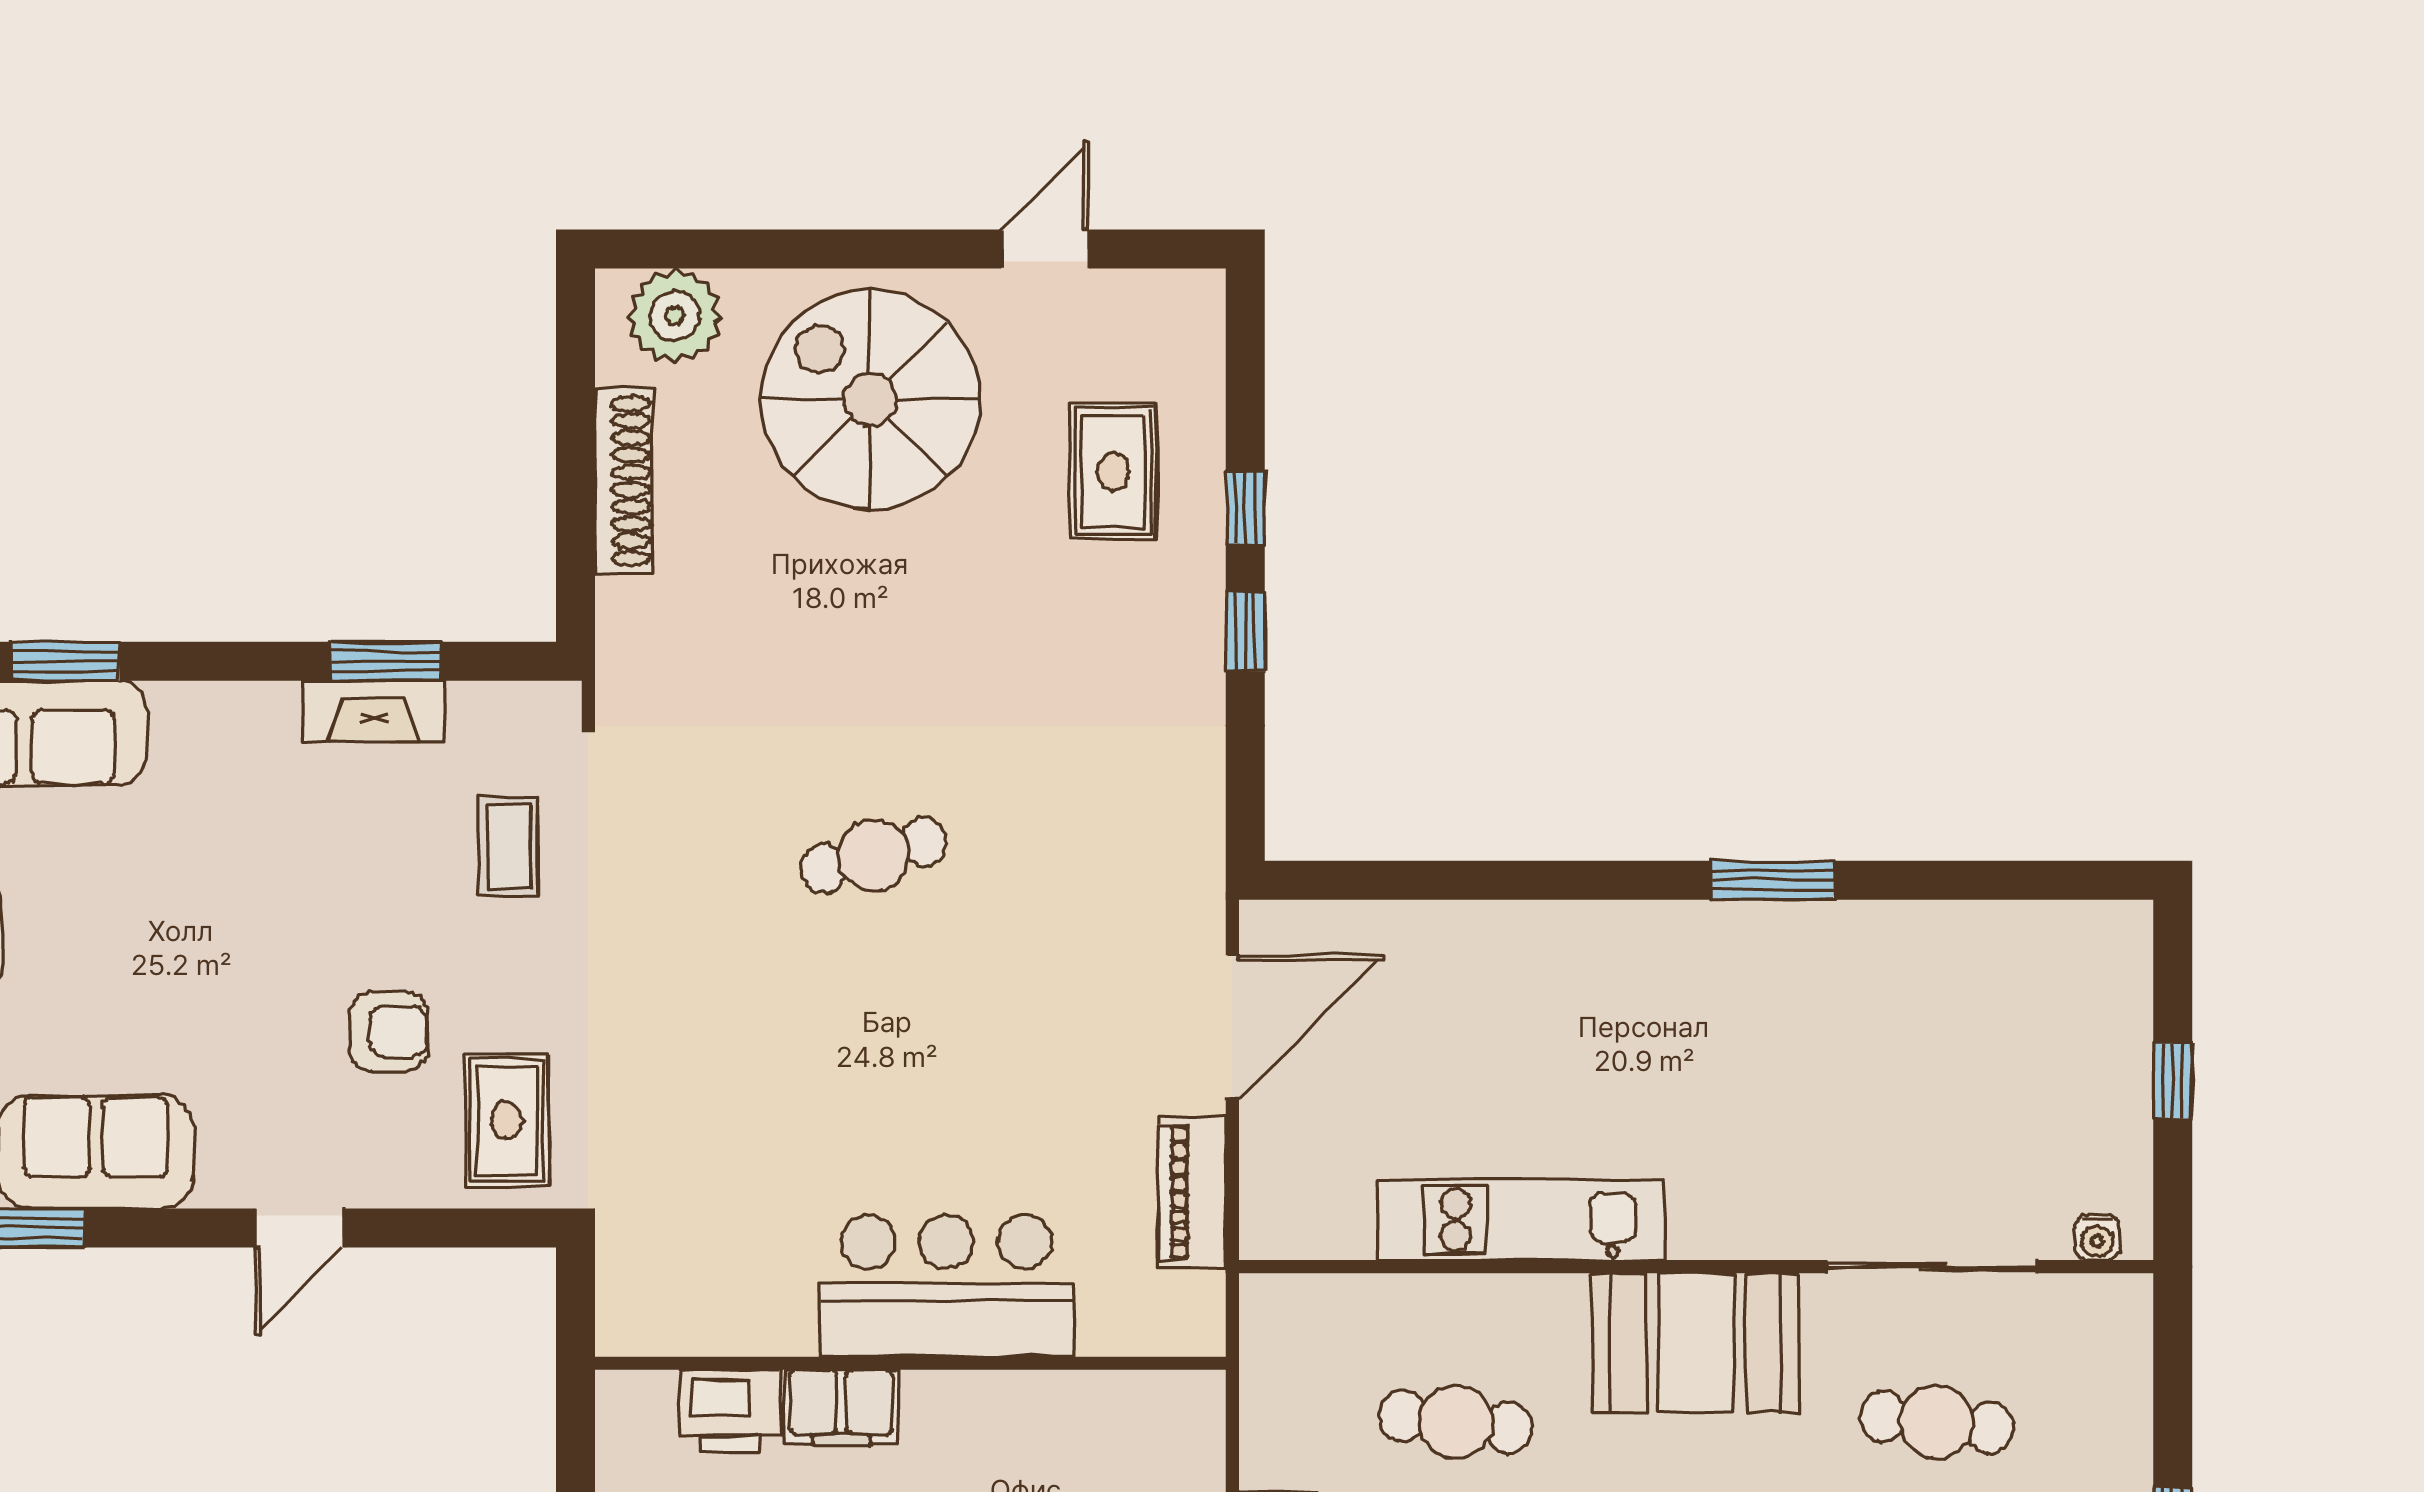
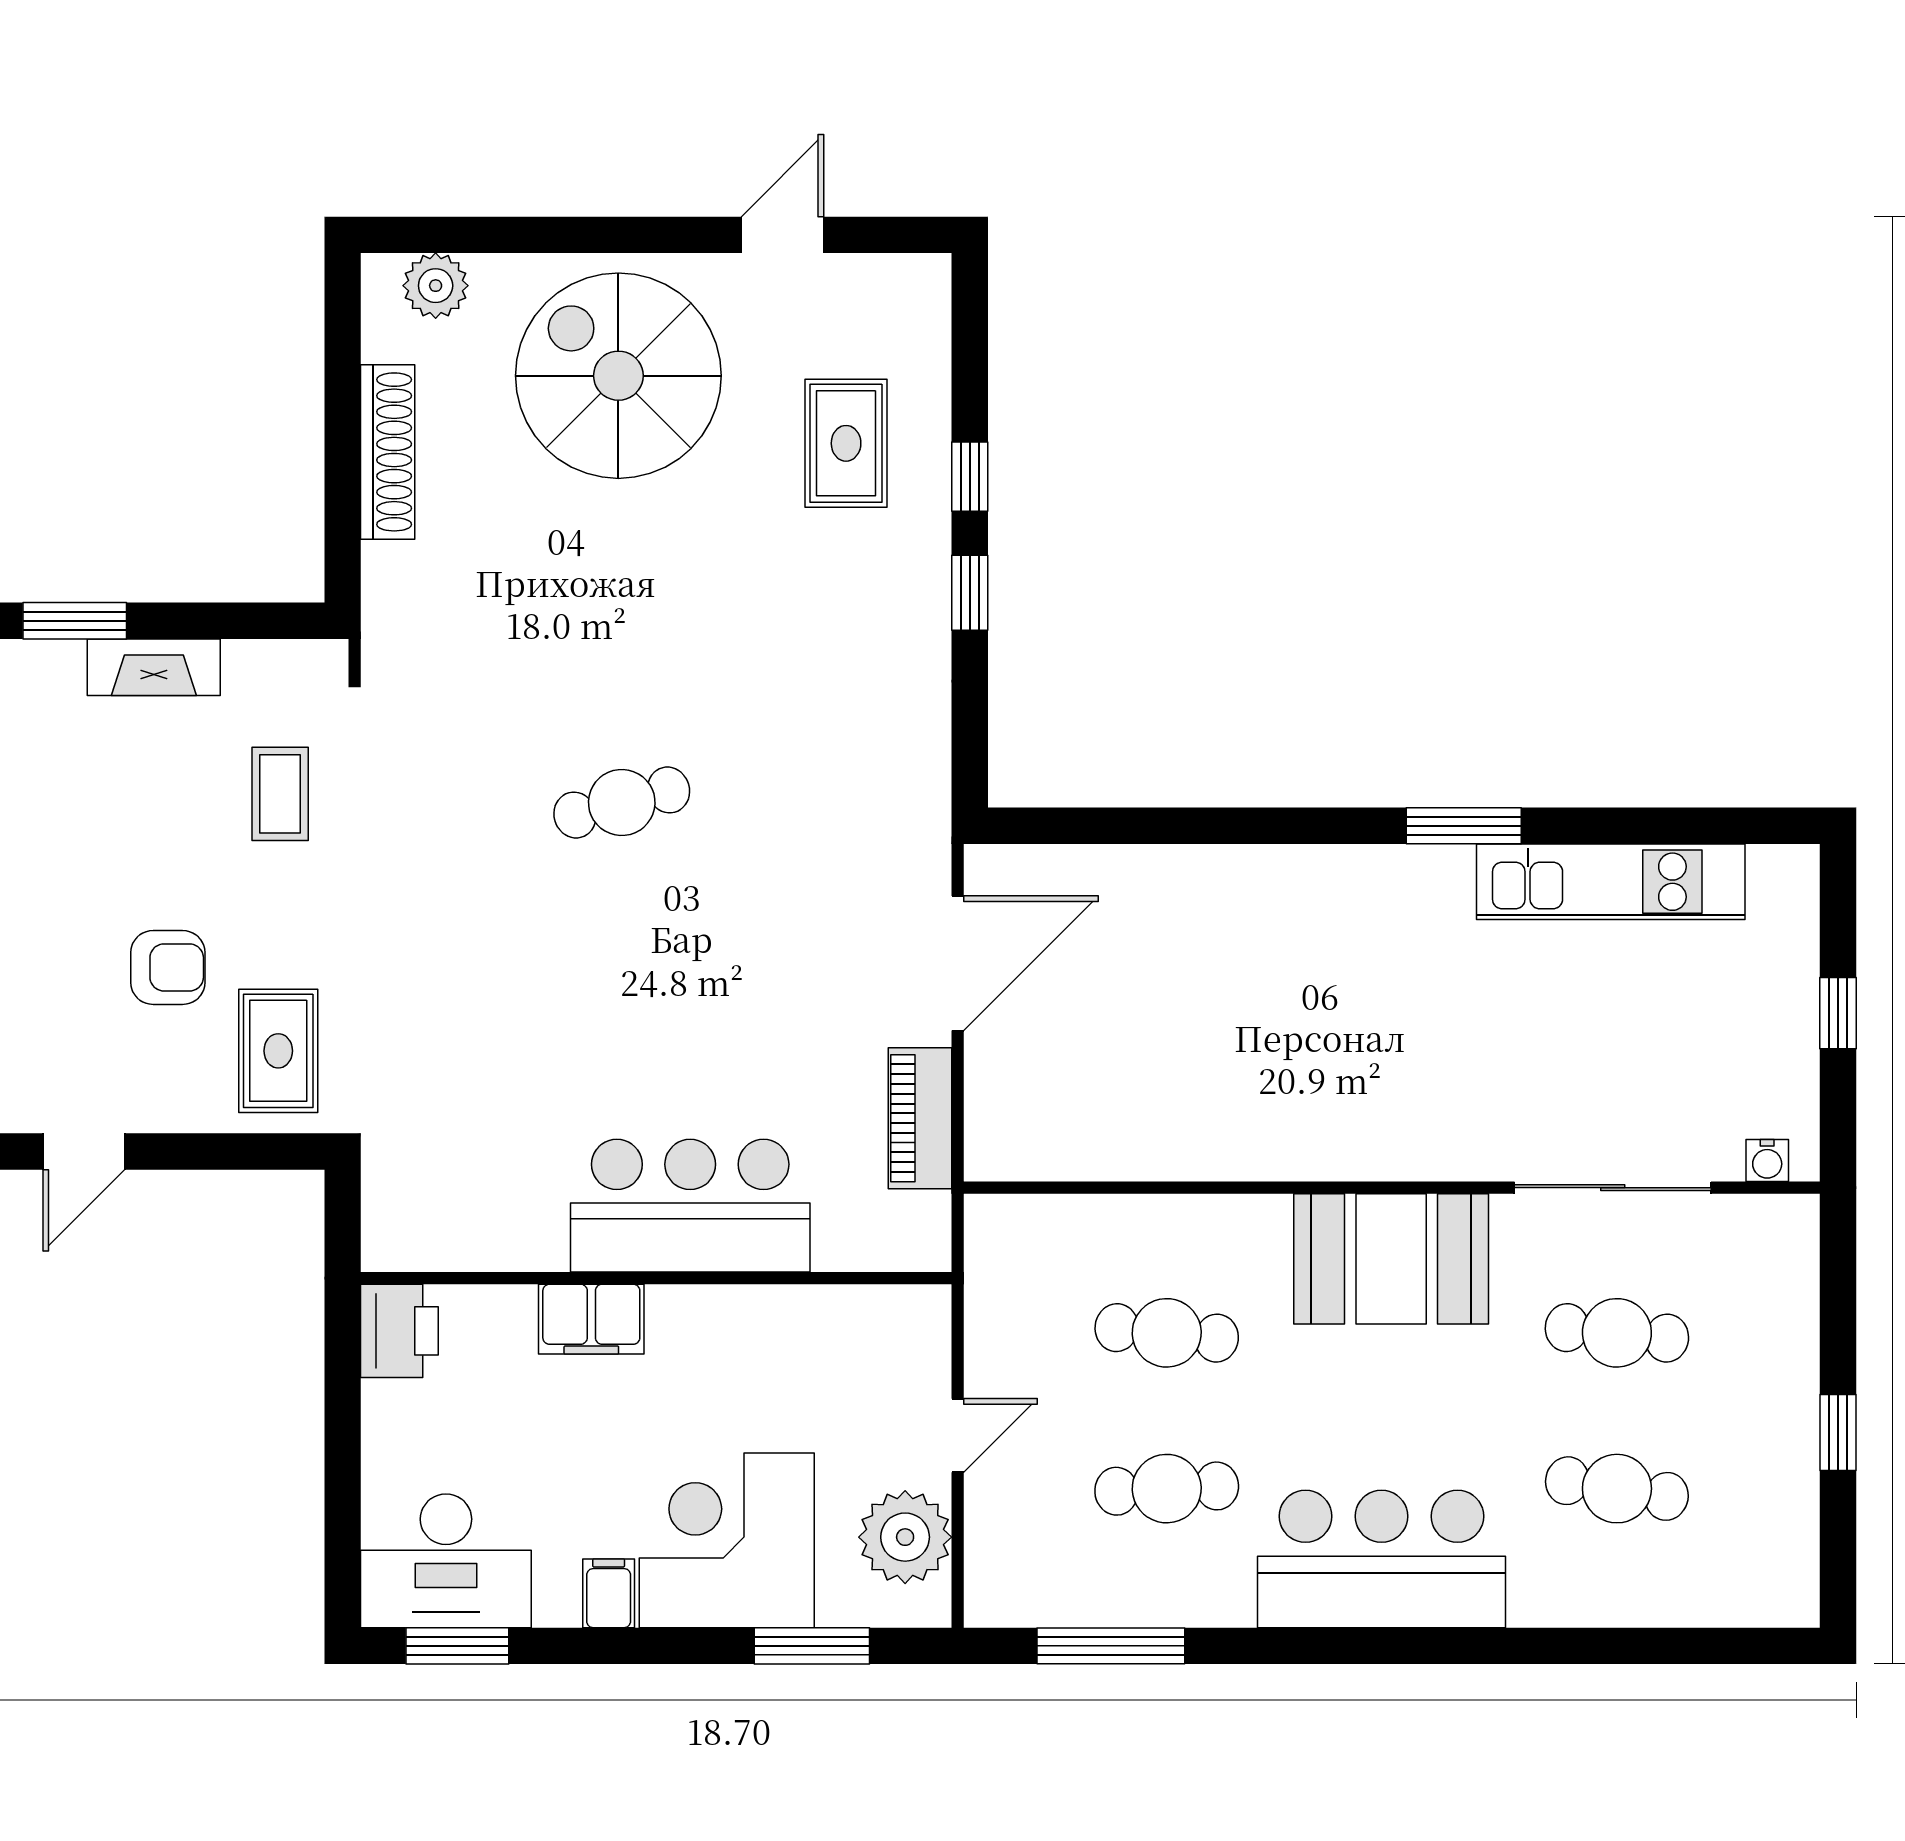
plant: (675, 316) -> (436, 286), width x0.73, depth x0.73
window: (386, 661) -> (75, 621), moved
kitchen unit: (1521, 1220) -> (1611, 882), moved, turned 180
printer: (730, 1411) -> (399, 1331), moved, turned -90

